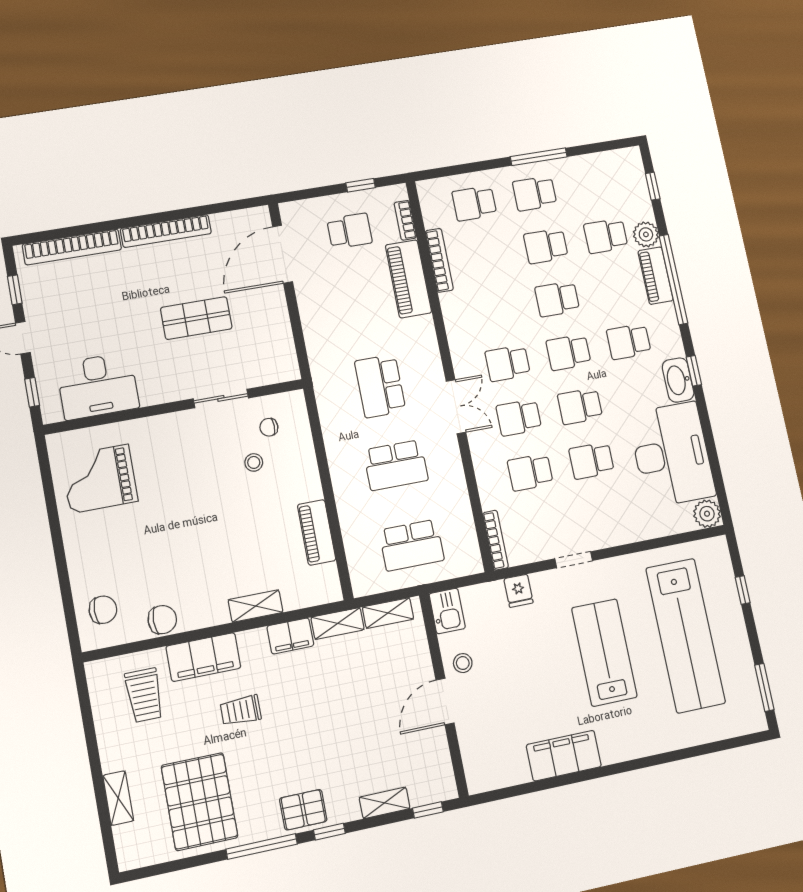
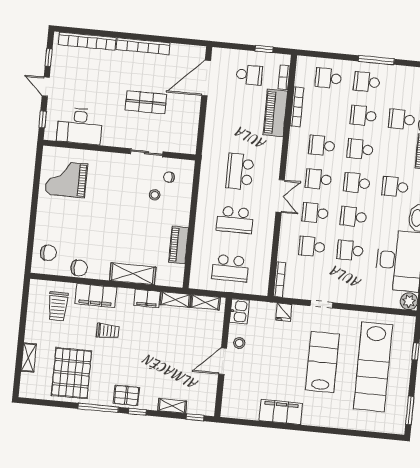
school desk: (496, 309) -> (322, 145), added
shelving: (256, 606) -> (133, 274), width x1.50, depth x1.33
trolley: (241, 710) -> (108, 331), turned 180

